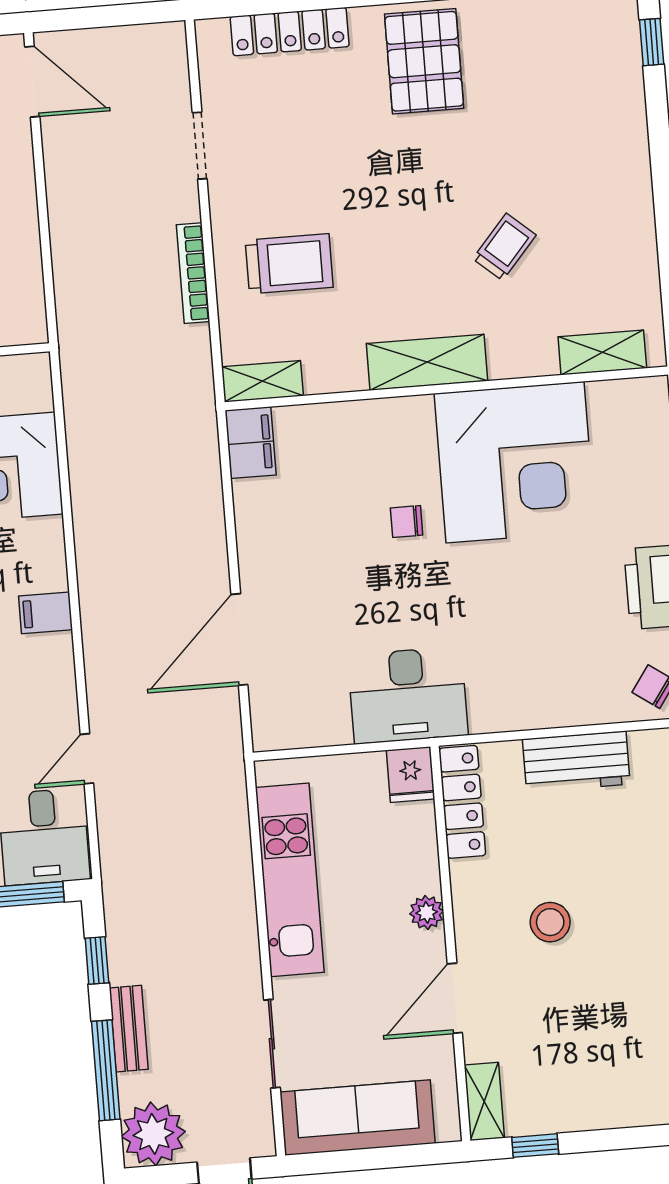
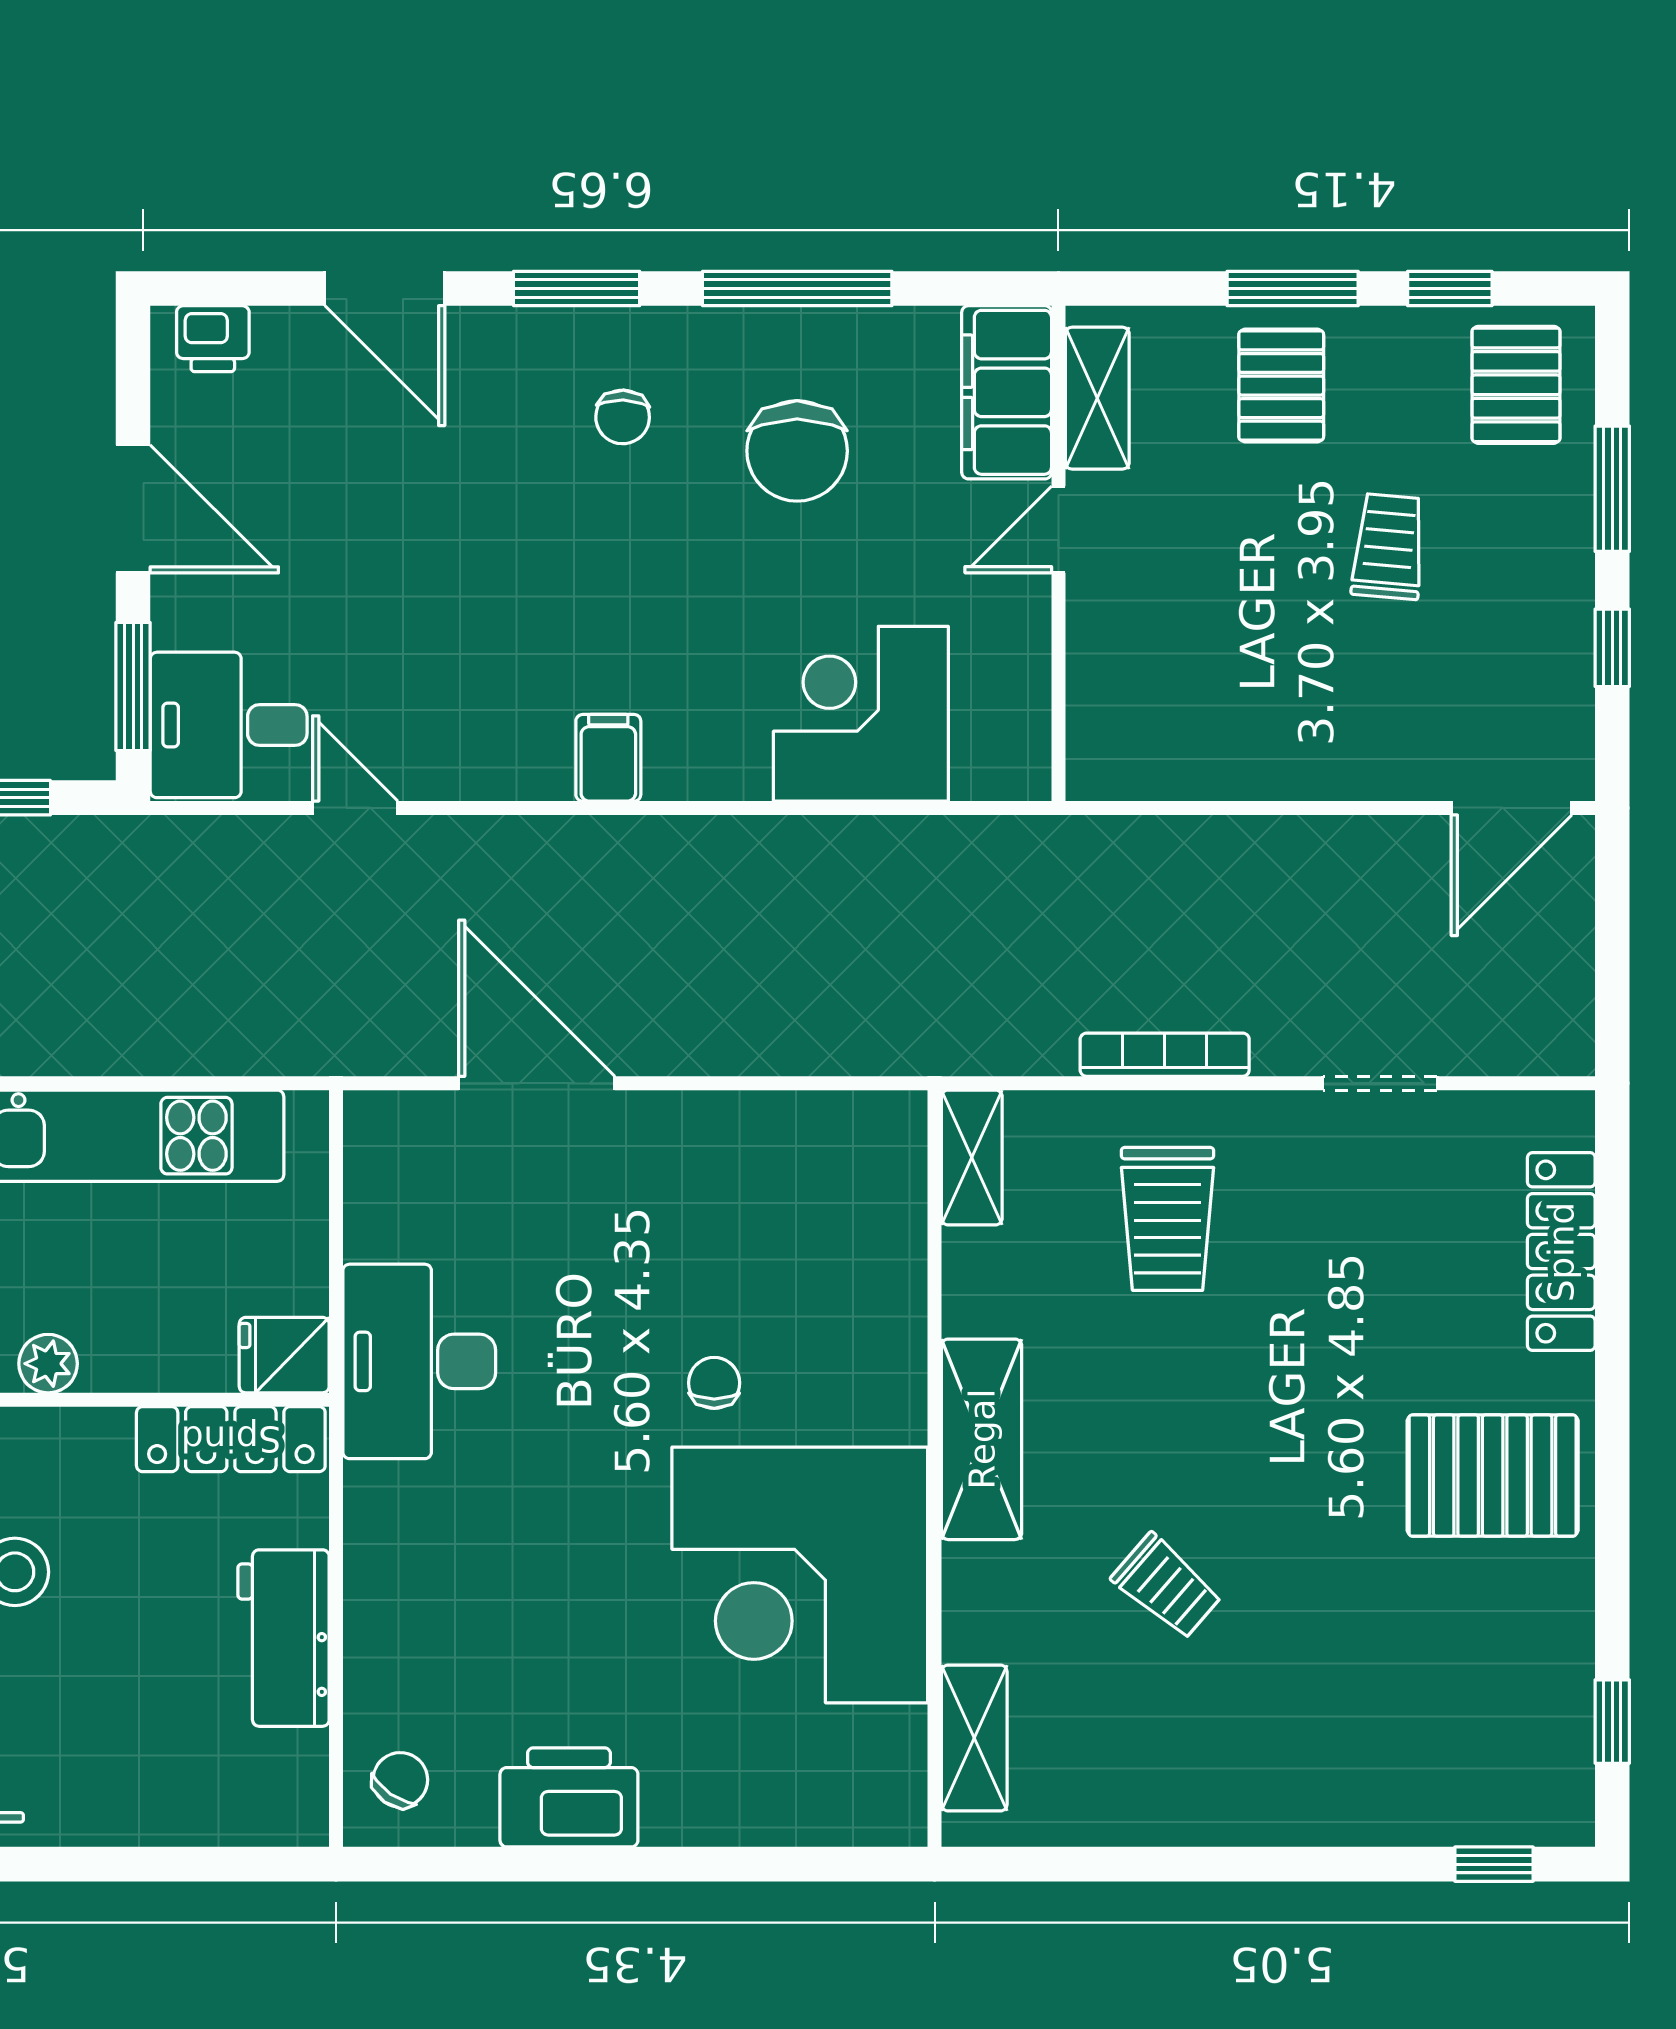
filing cabinet: (251, 443) -> (869, 1129), removed

